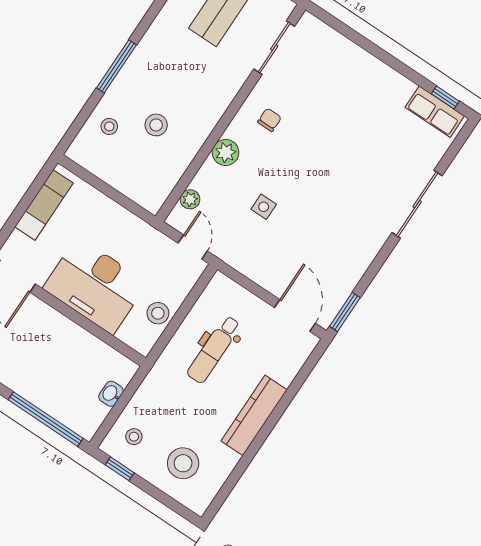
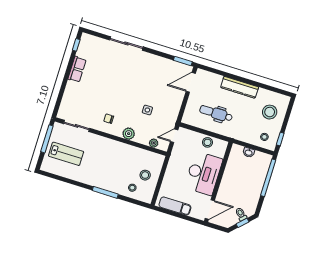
row of seats: (435, 112) -> (77, 69), moved
stool: (156, 125) -> (145, 175), moved
dental chair: (214, 349) -> (216, 113), turned 180

